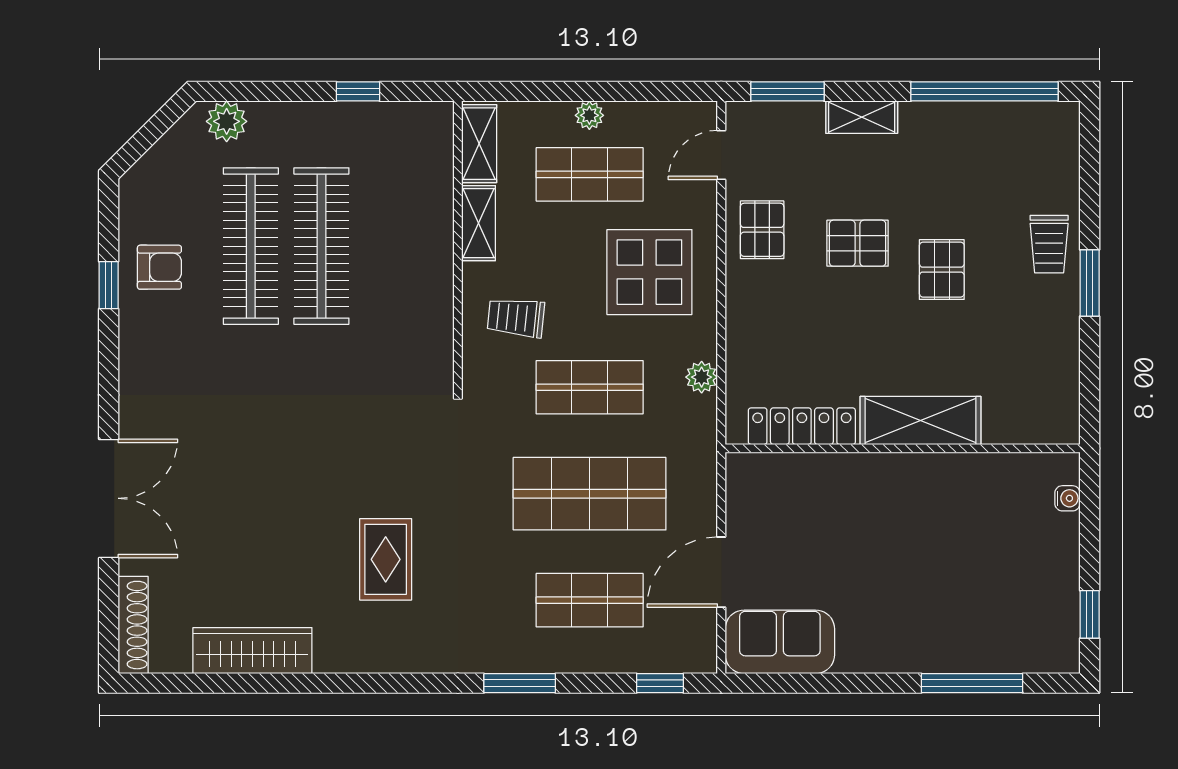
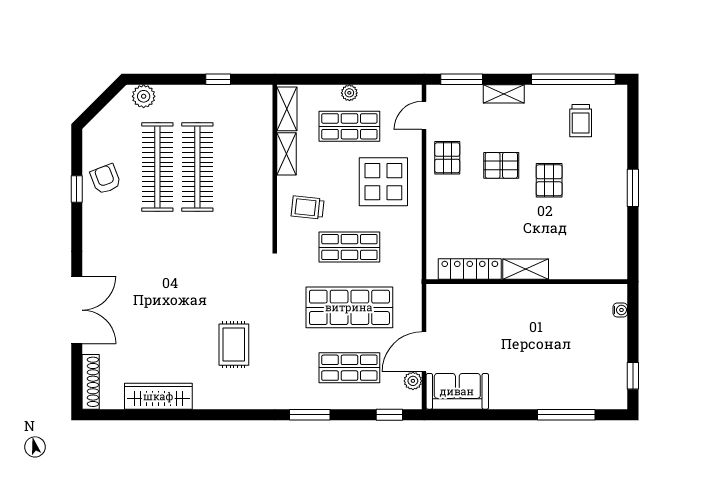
trolley: (1049, 244) -> (581, 121), moved
armchair: (159, 267) -> (106, 179), turned -111
plant: (702, 377) -> (413, 381), moved
shelving: (920, 420) -> (526, 269), width x0.67, depth x0.75

